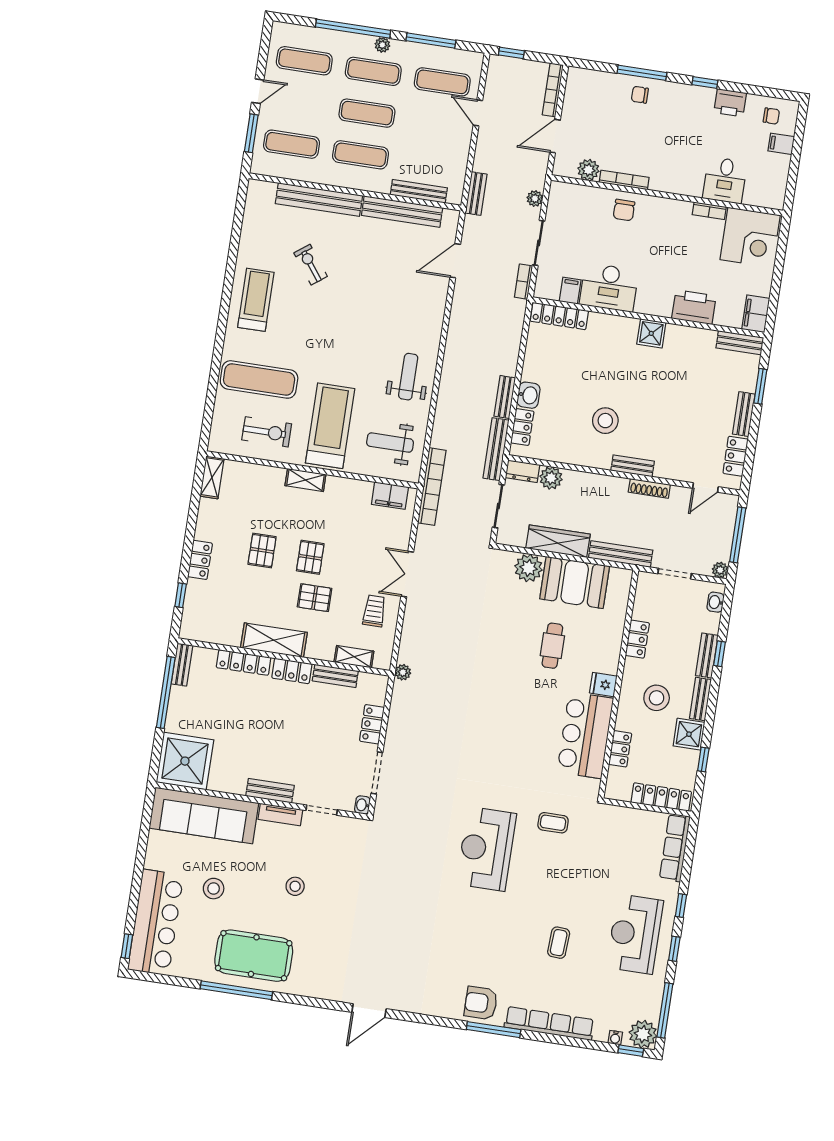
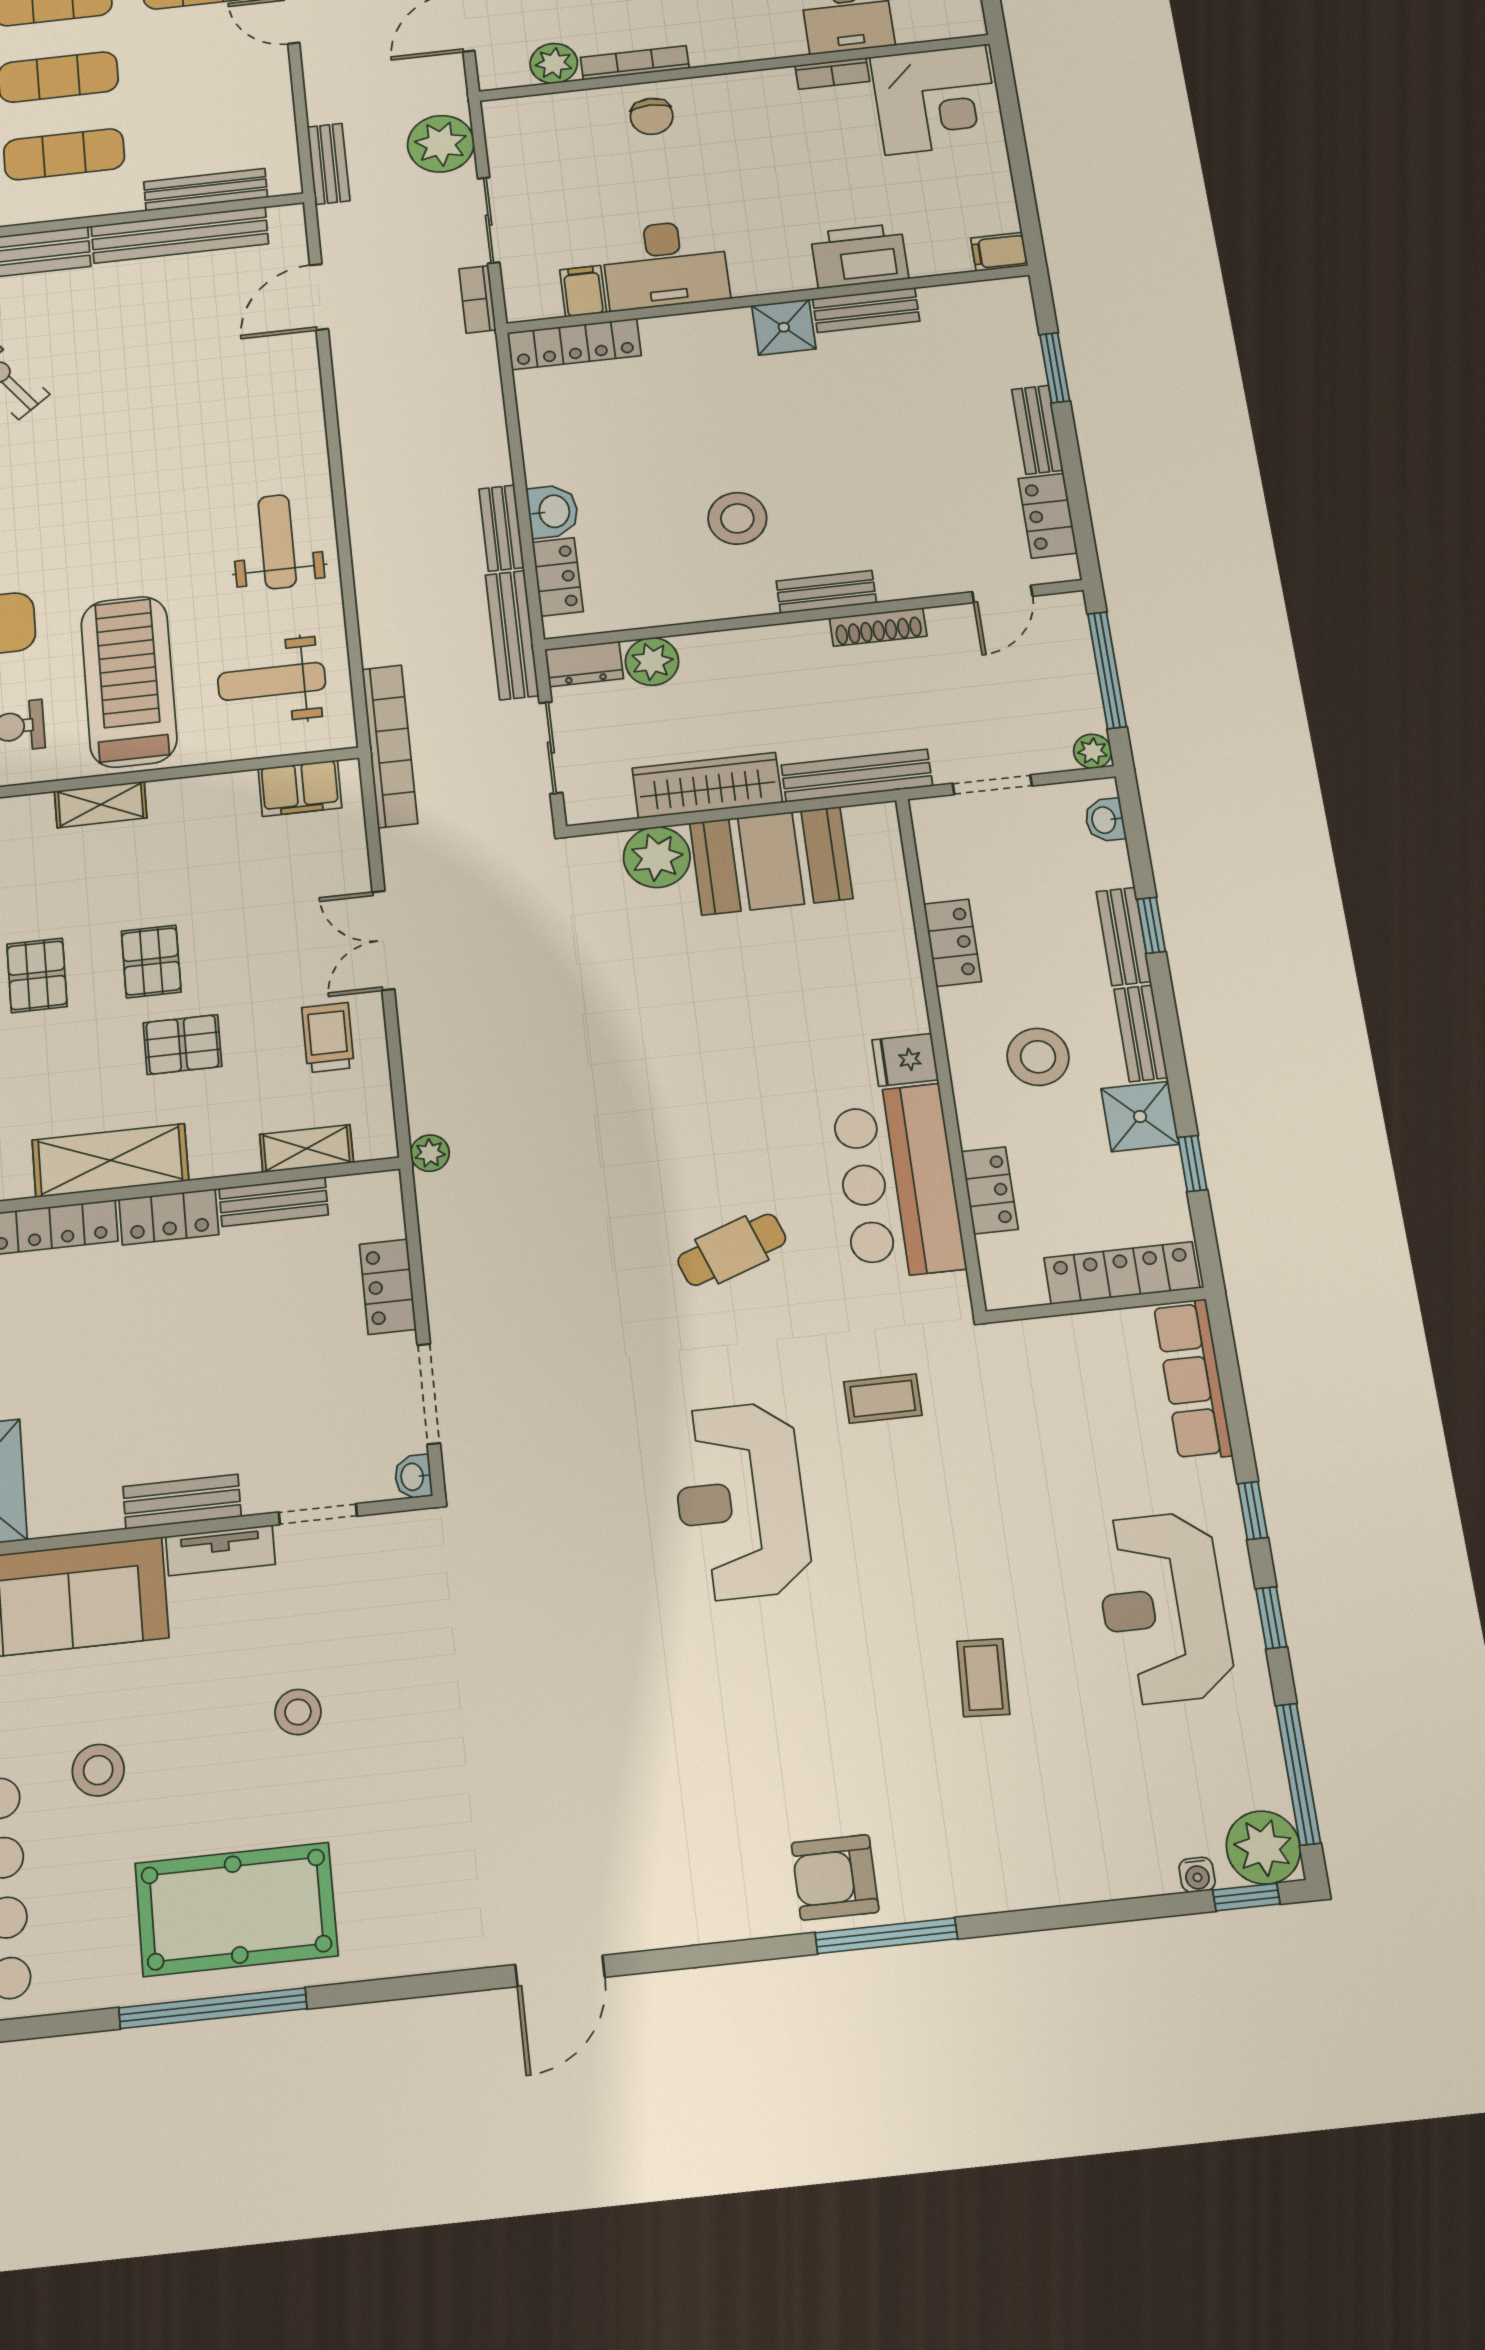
plant: (535, 199) -> (441, 144), width x1.87, depth x1.87
filing cabinet: (756, 314) -> (999, 252), width x0.50
bench: (740, 343) -> (866, 310), moved
cafe table: (552, 646) -> (732, 1250), moved, turned 70
row of seats: (549, 1023) -> (1021, 1883), removed

